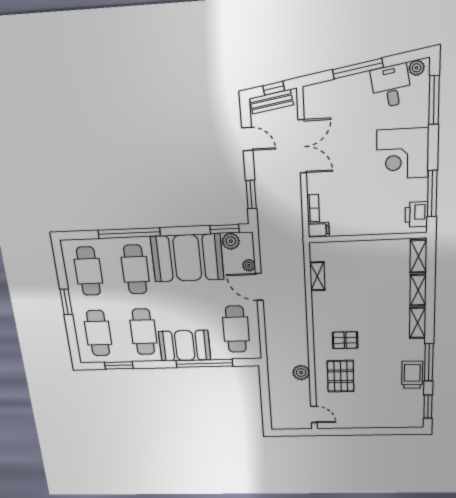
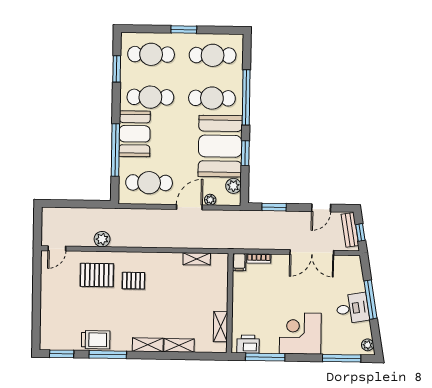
desk: (391, 86) -> (353, 308), moved
window: (225, 229) -> (245, 153), moved
shelving: (418, 256) -> (220, 327), moved, turned 90
pallet: (345, 340) -> (133, 281), turned 90

